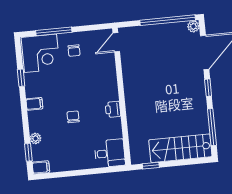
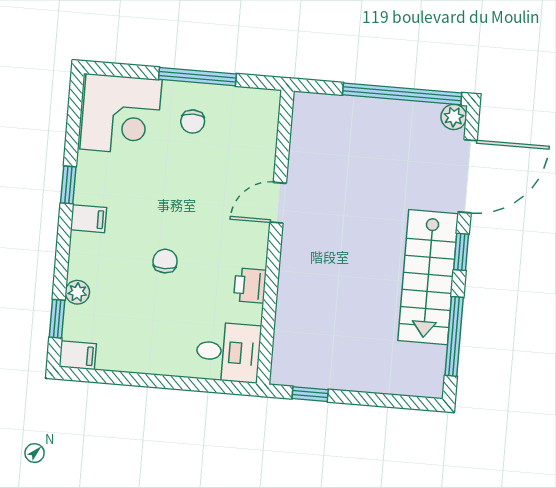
window: (54, 31) -> (197, 77), moved
door: (116, 42) -> (278, 203), moved
window: (21, 78) -> (68, 185), moved
printer: (113, 109) -> (250, 286), moved
stairs: (180, 148) -> (428, 277), moved, turned -90

